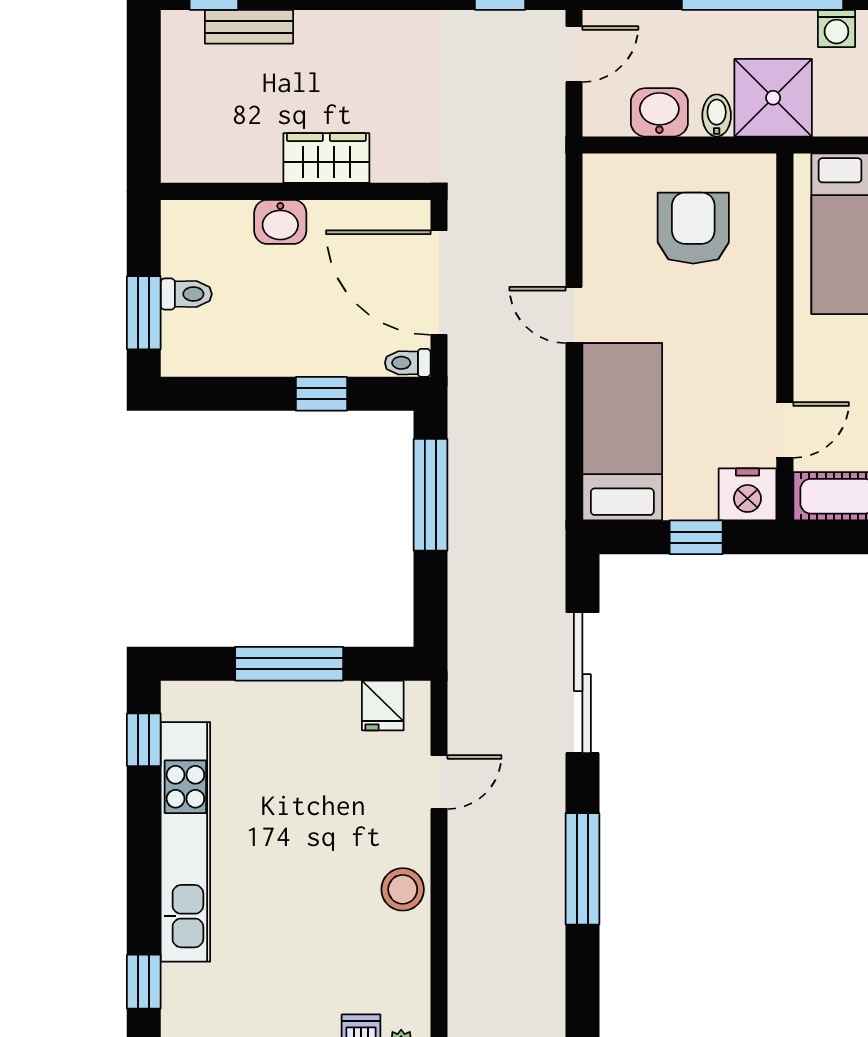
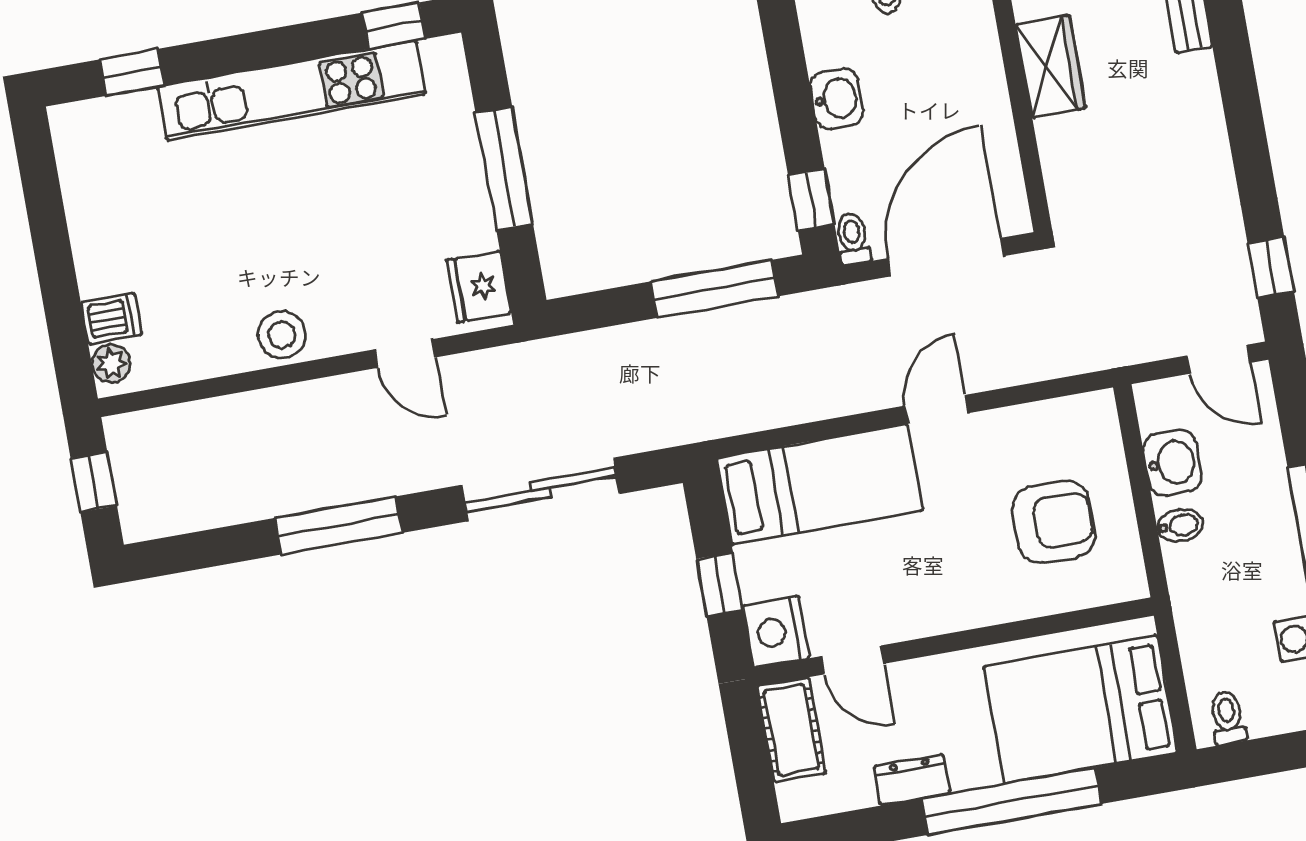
shower: (773, 98) -> (1210, 583), removed
wardrobe: (326, 158) -> (1051, 66), moved
washbasin: (280, 222) -> (837, 99), moved, turned 180
window: (321, 394) -> (811, 200), moved
fridge: (383, 705) -> (479, 287), width x1.38

